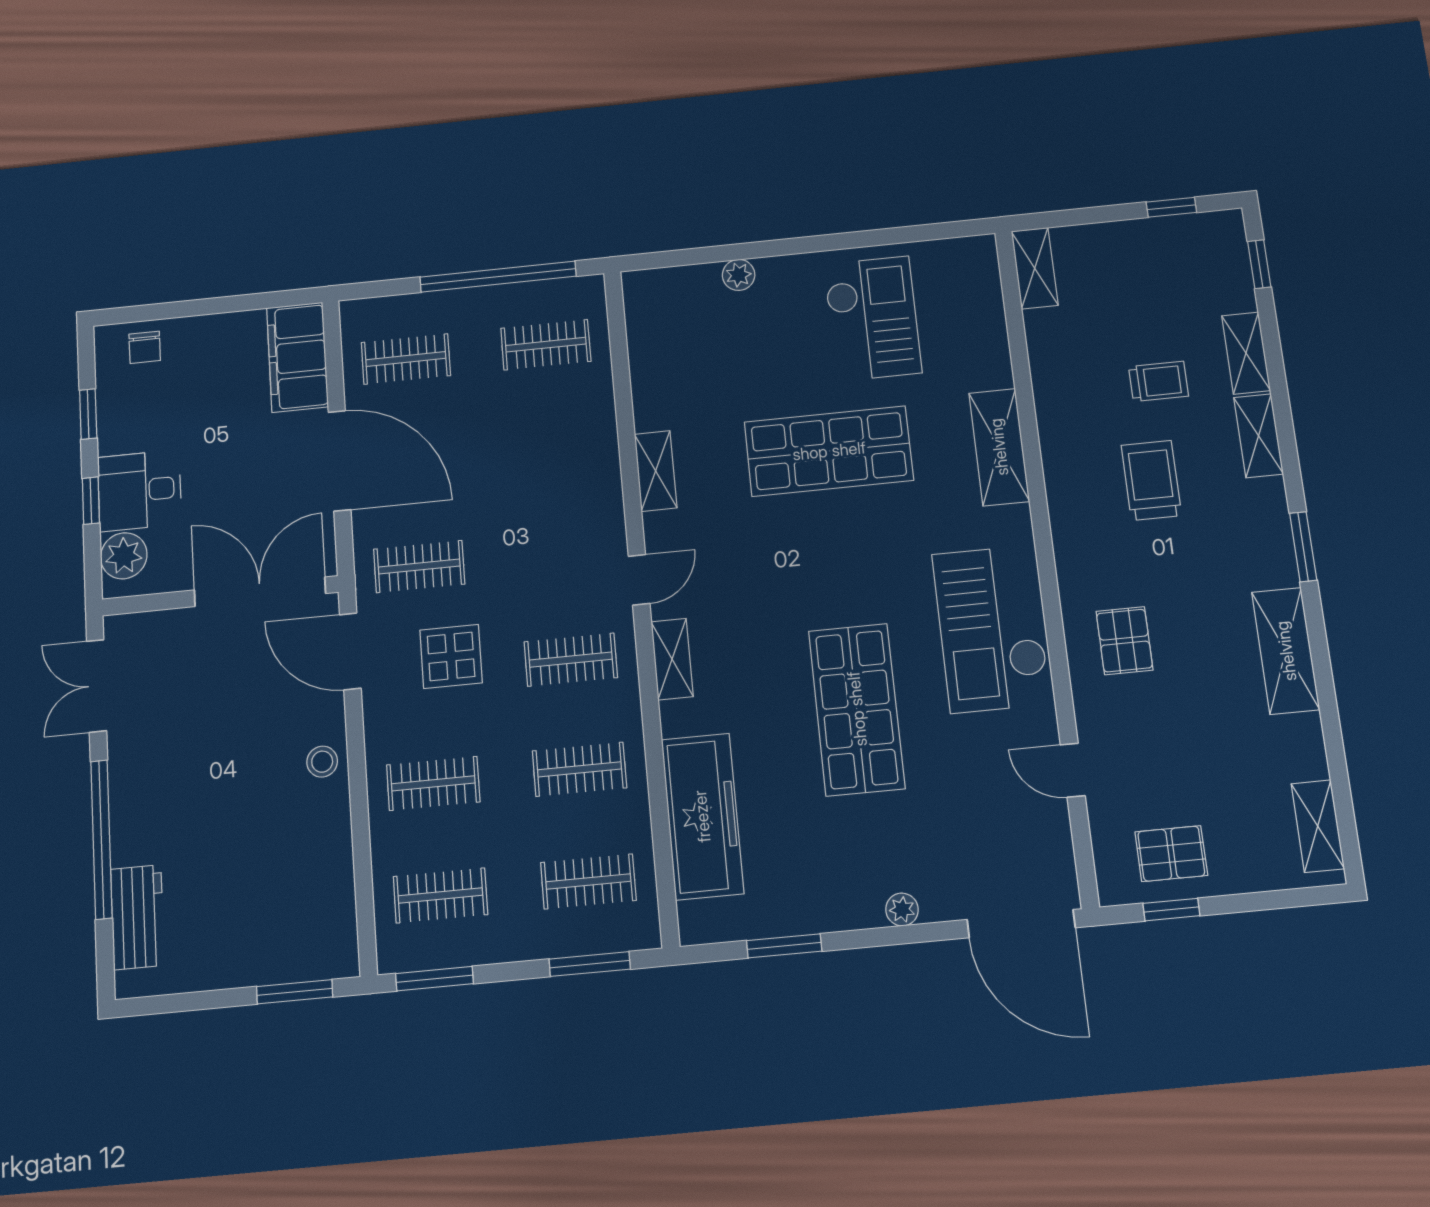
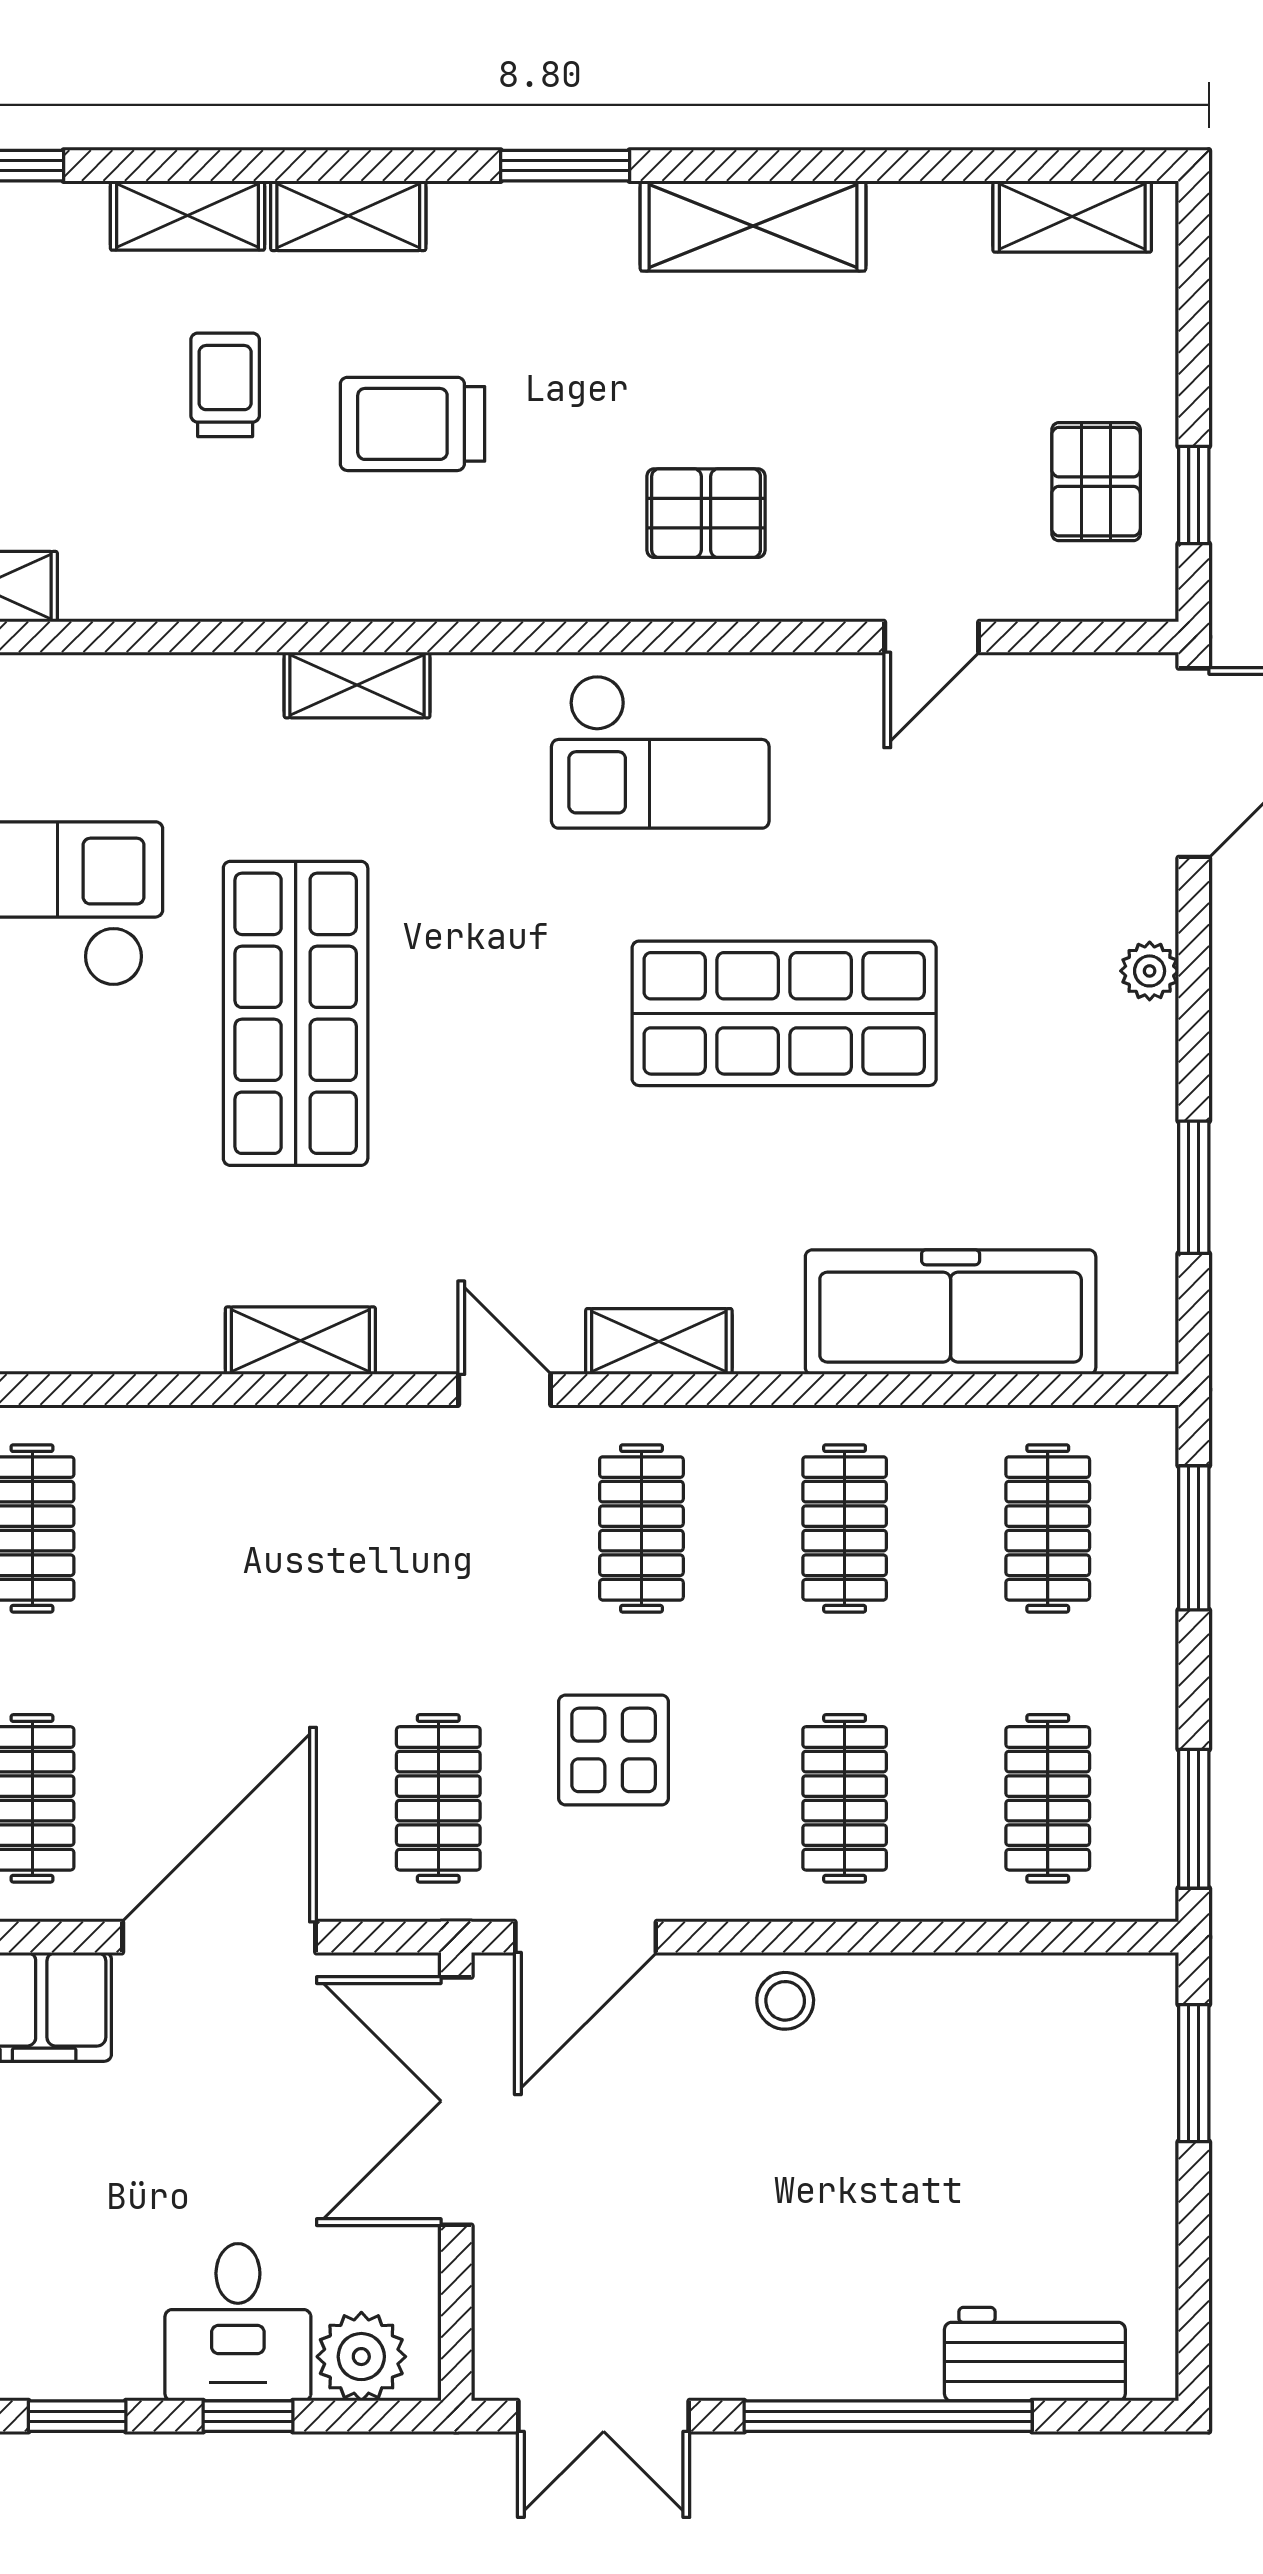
shelving: (999, 447) -> (357, 685), width x0.67, depth x0.75
checkout: (991, 629) -> (660, 752), width x0.73, depth x0.83

